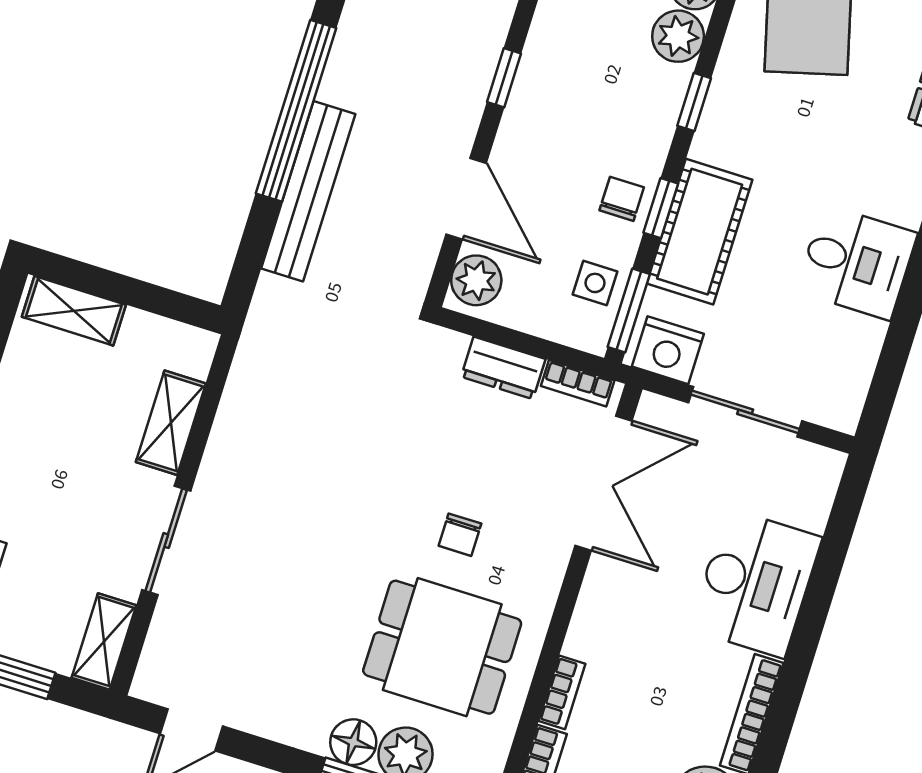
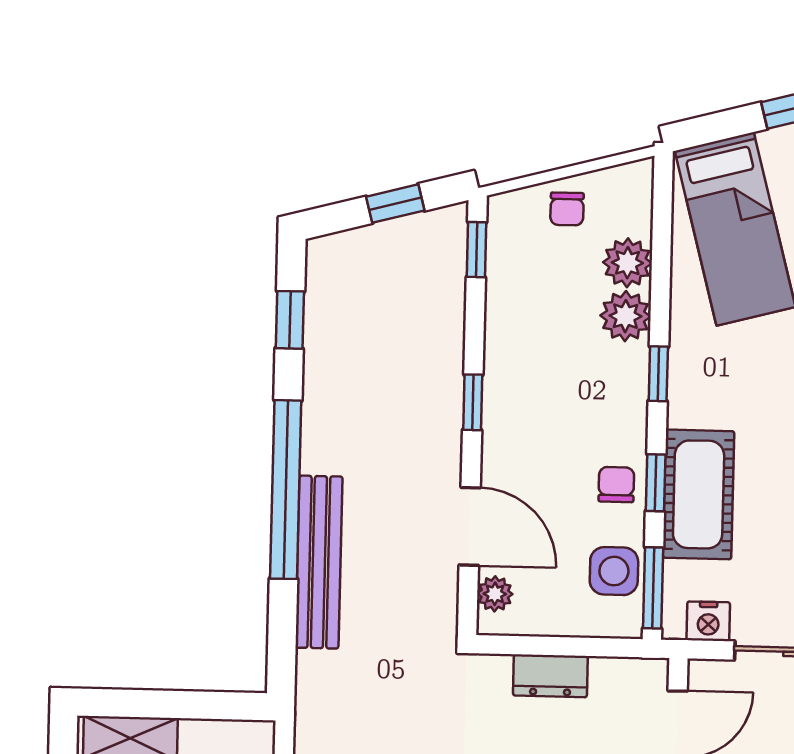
plant: (476, 280) -> (495, 594), width x0.73, depth x0.73
side table: (595, 283) -> (614, 571), width x1.37, depth x1.37
nightstand: (668, 350) -> (708, 621), width x0.74, depth x0.75
bookcase: (578, 383) -> (625, 670), removed

